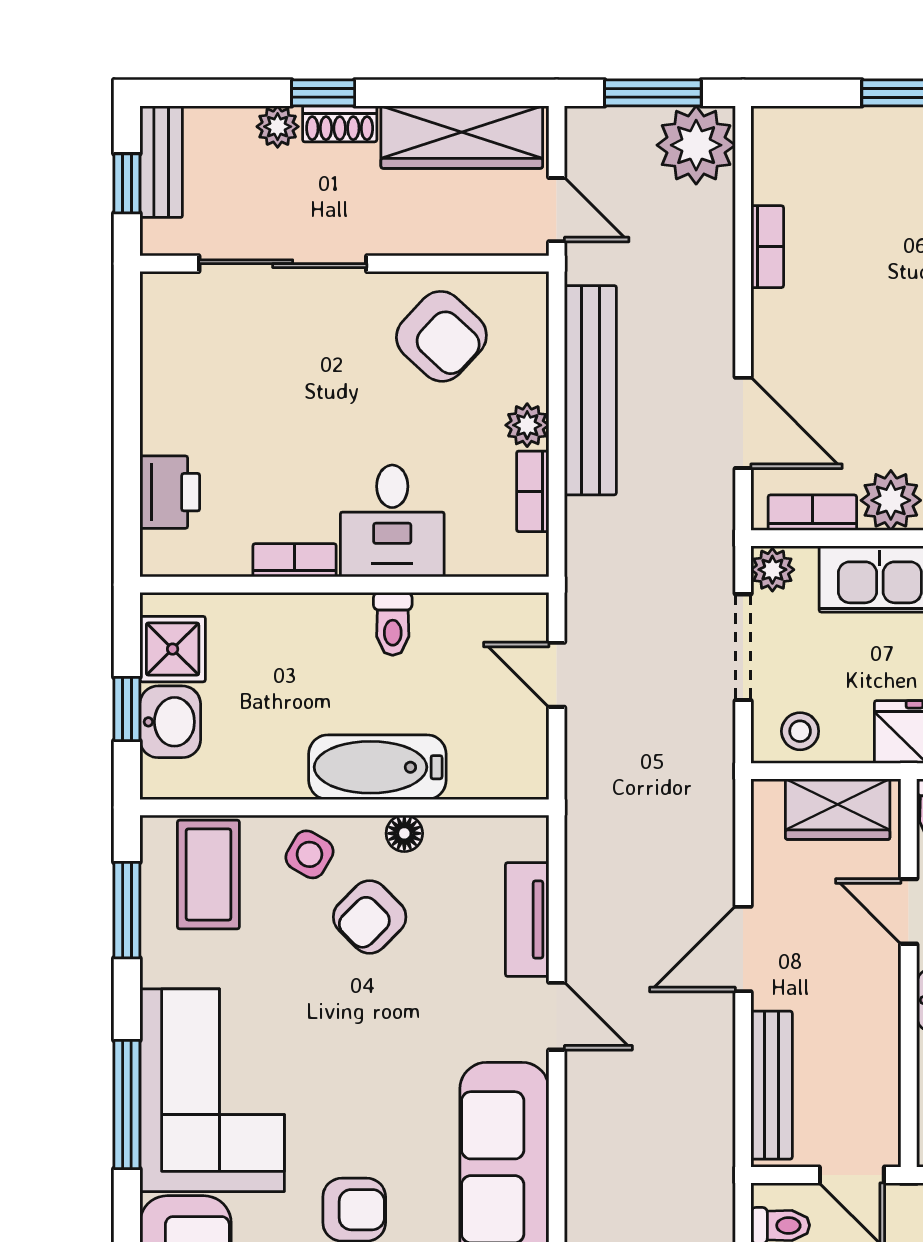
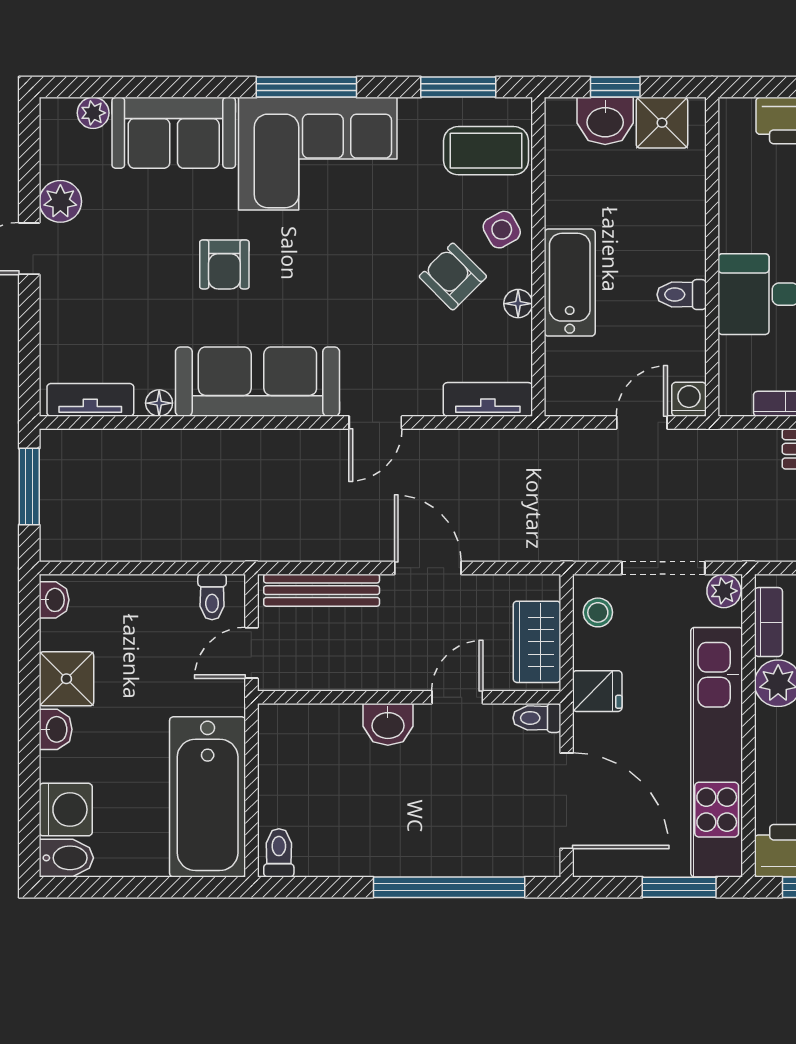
bookcase: (295, 560) -> (731, 218), removed
washing machine: (527, 614) -> (689, 399), added
side table: (310, 854) -> (502, 230), turned 31
tv unit: (527, 920) -> (488, 399), moved

